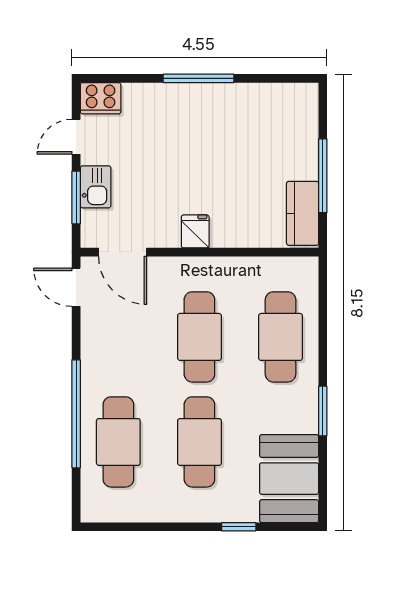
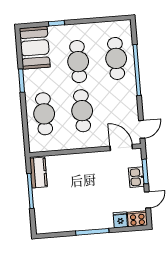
fridge: (195, 231) -> (120, 220), moved, turned 180
door: (76, 287) -> (142, 129), hinge flipped

